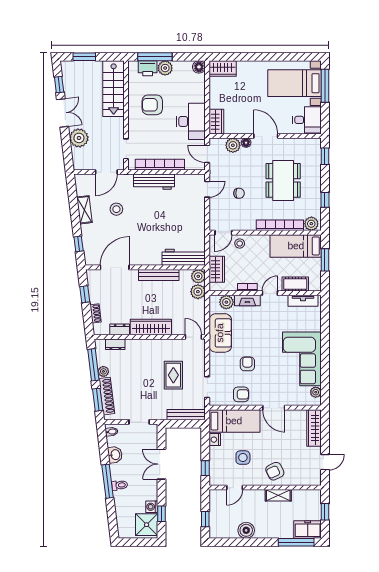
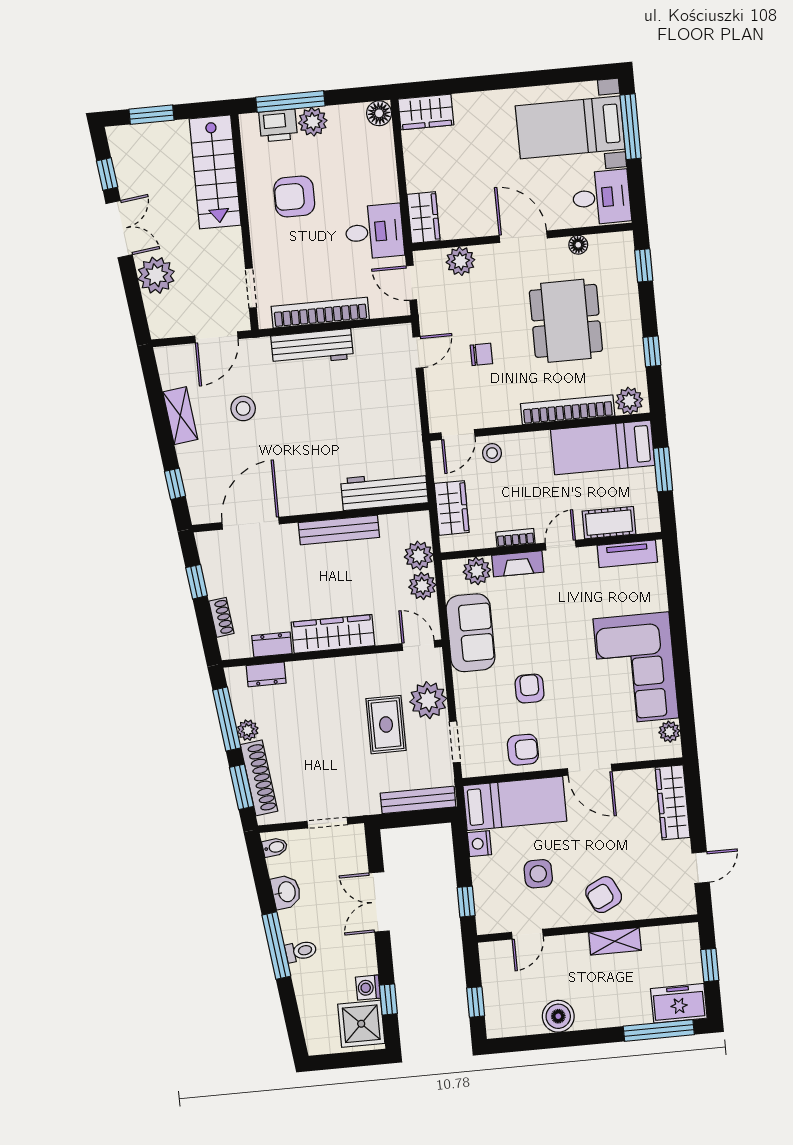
desk: (191, 121) -> (374, 232), width x0.73
floor lamp: (246, 143) -> (578, 245), moved
plant: (198, 276) -> (422, 586), moved
plant: (196, 365) -> (428, 700), added

